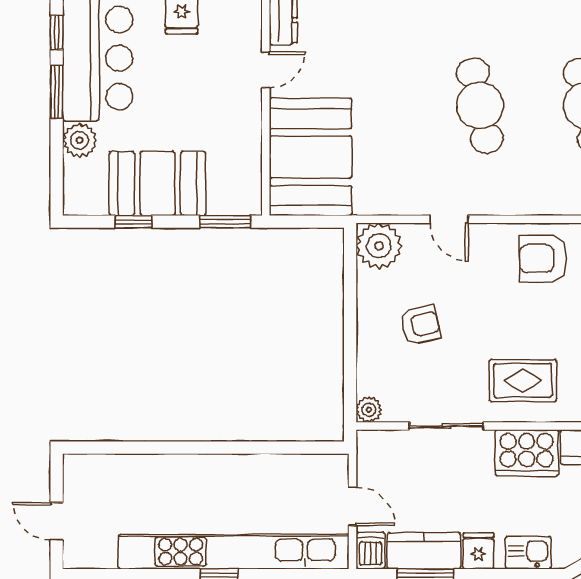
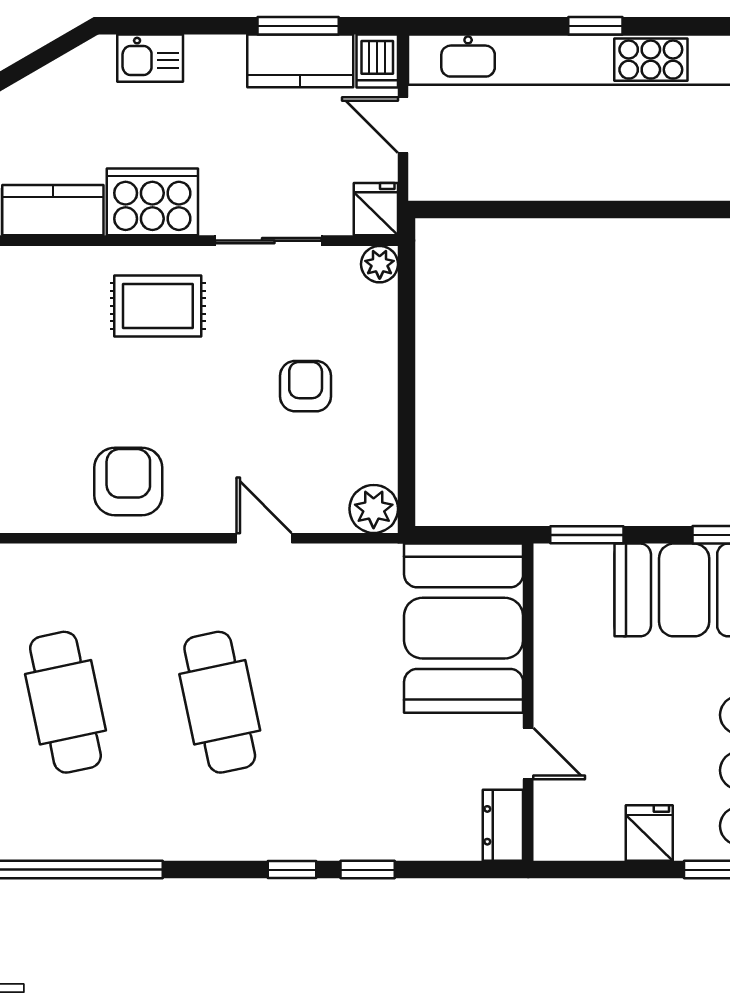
door: (266, 70) -> (528, 754), swing flipped
plant: (379, 246) -> (374, 509), width x0.73, depth x0.73
armchair: (543, 259) -> (128, 481), turned -90
armchair: (420, 325) -> (306, 386), turned 103
fridge: (478, 551) -> (376, 209), moved, turned 180

